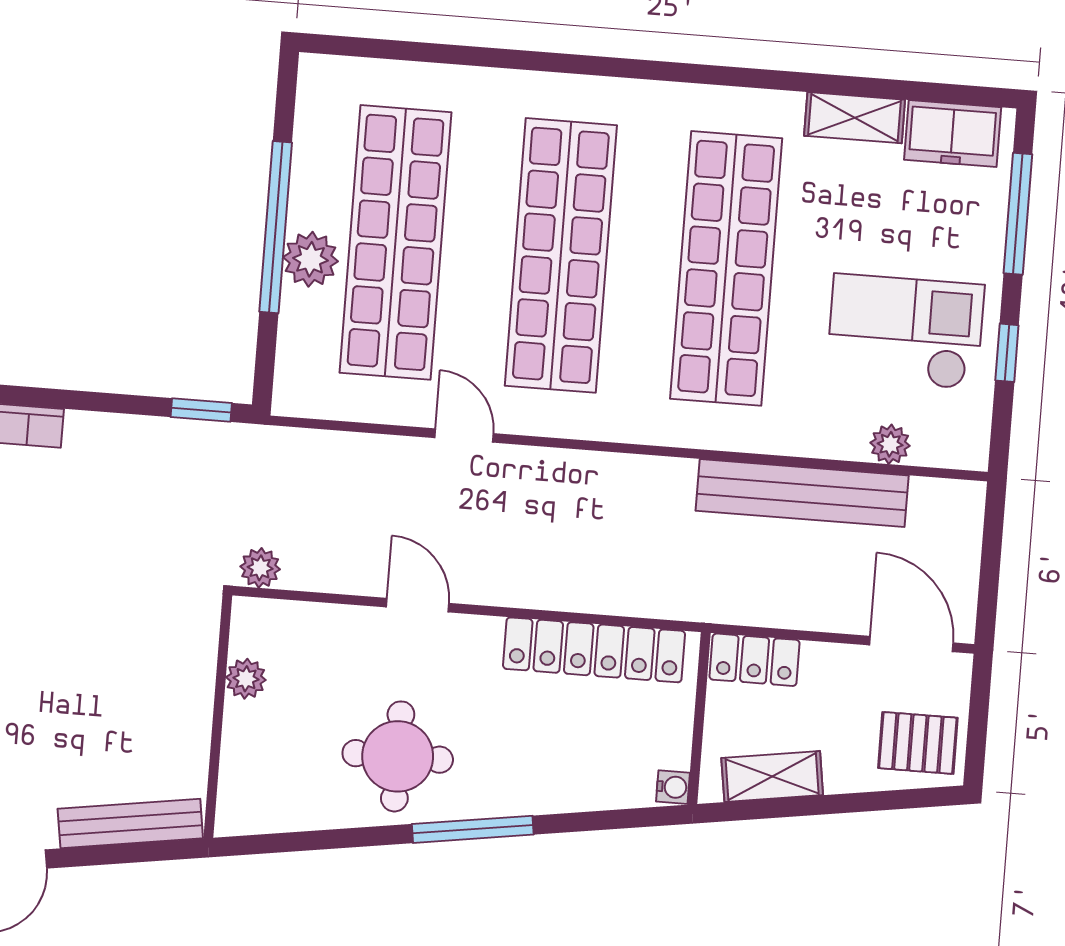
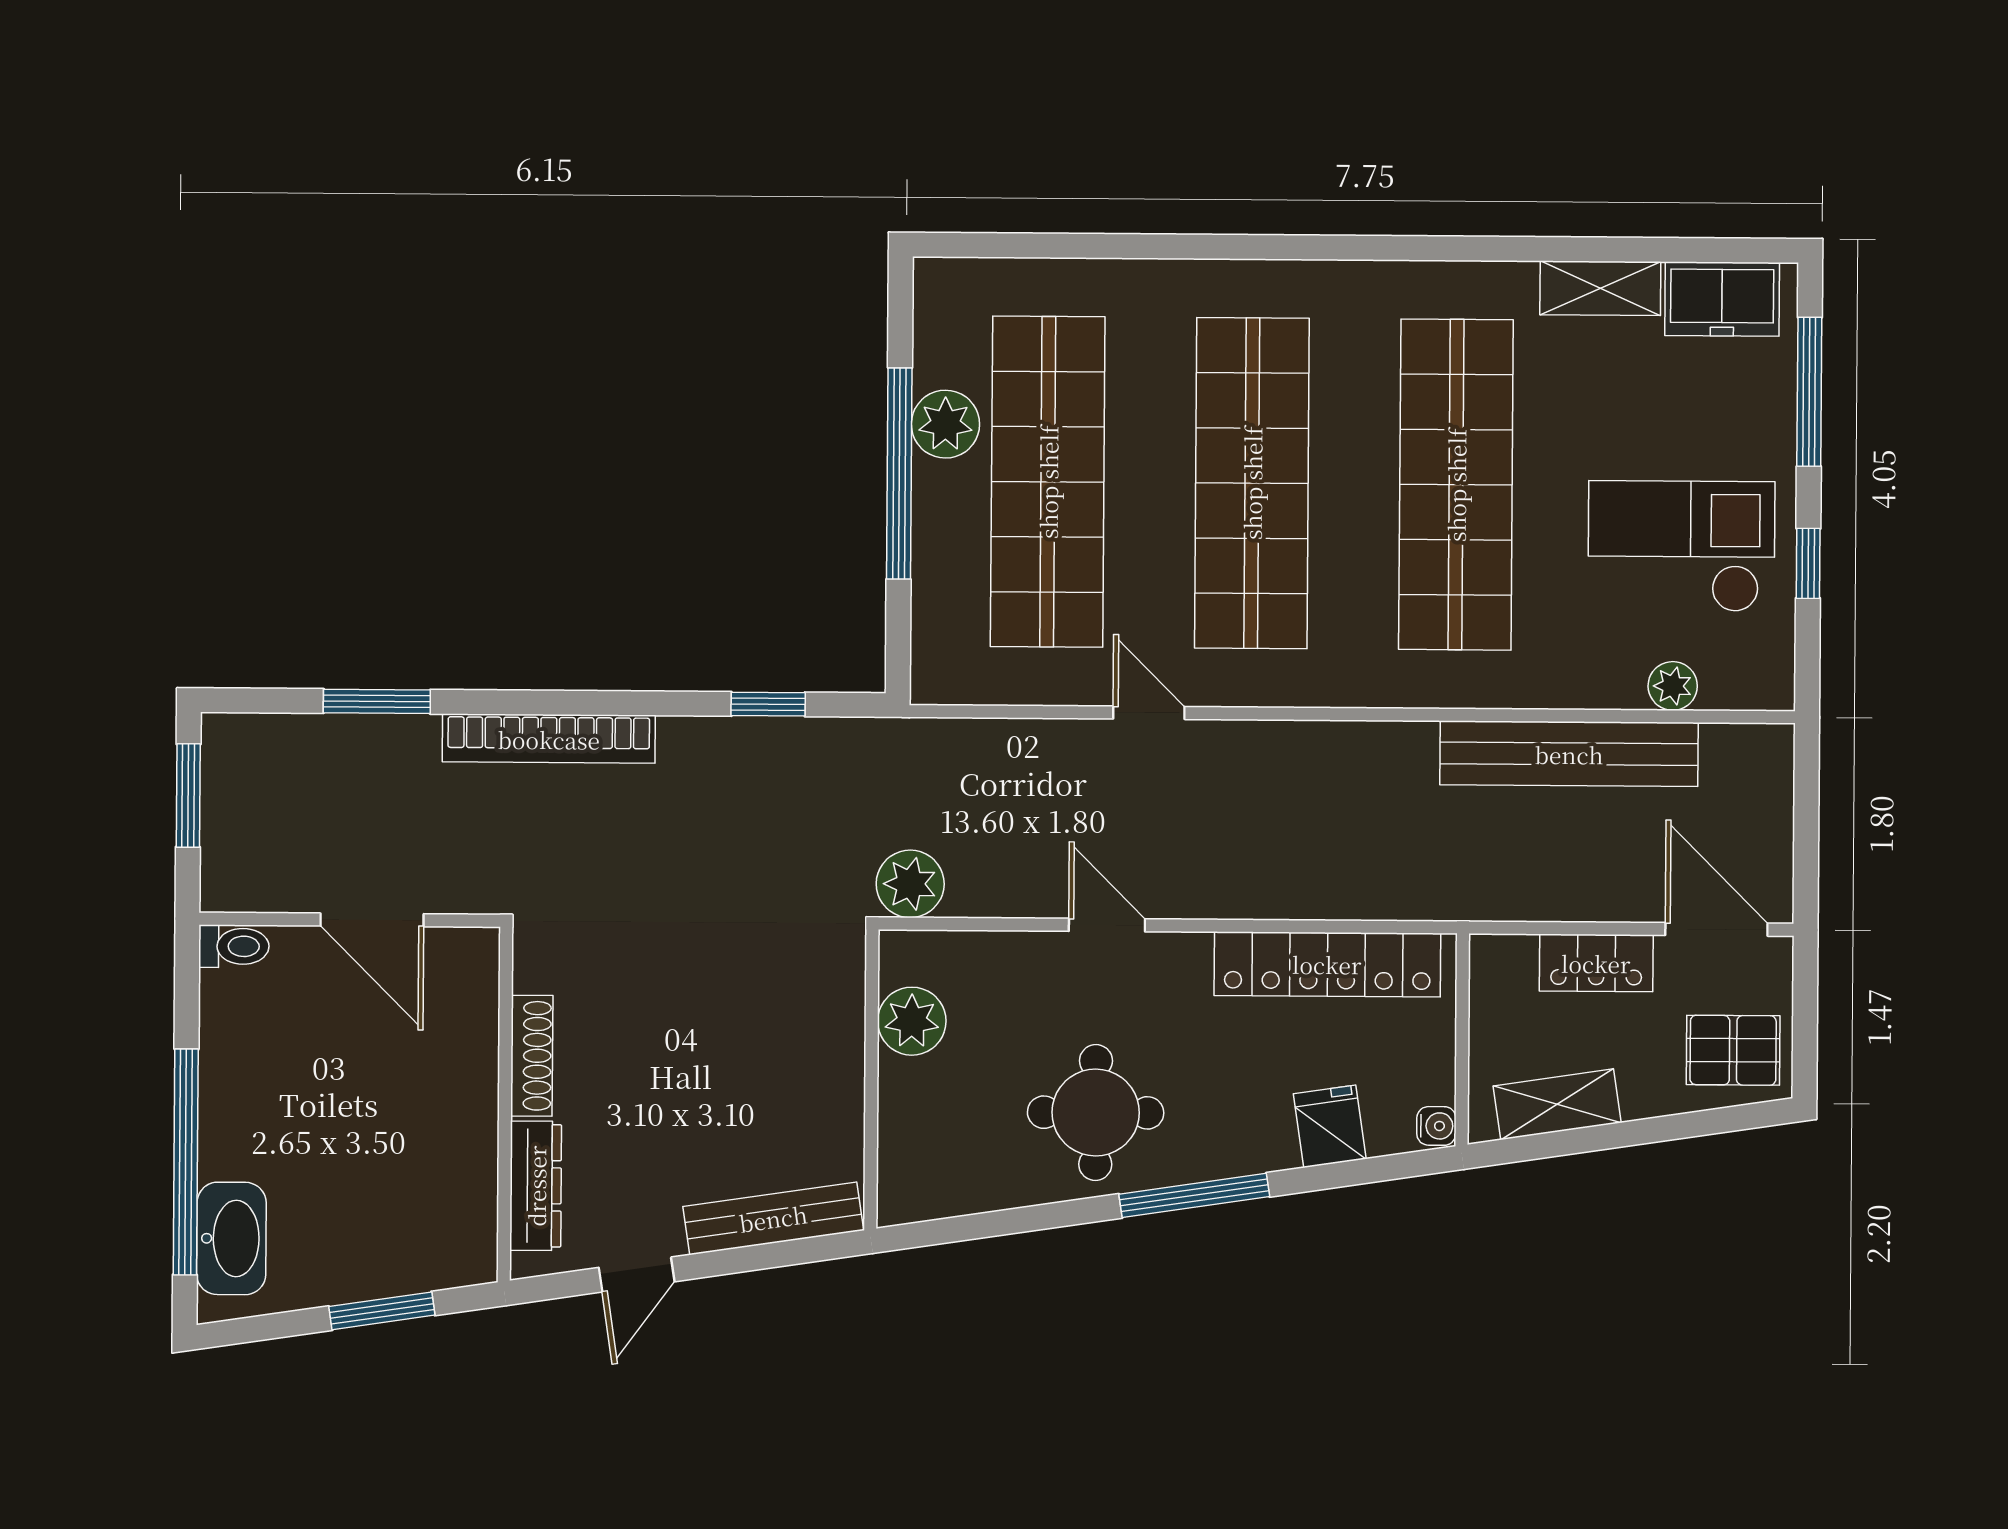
plant: (310, 259) -> (945, 424), moved
window: (201, 410) -> (768, 704), moved
plant: (260, 568) -> (910, 884), width x1.38, depth x1.38
locker: (755, 660) -> (1596, 963), moved
plant: (246, 679) -> (912, 1021), width x1.38, depth x1.38
fridge: (587, 781) -> (1330, 1126), added

